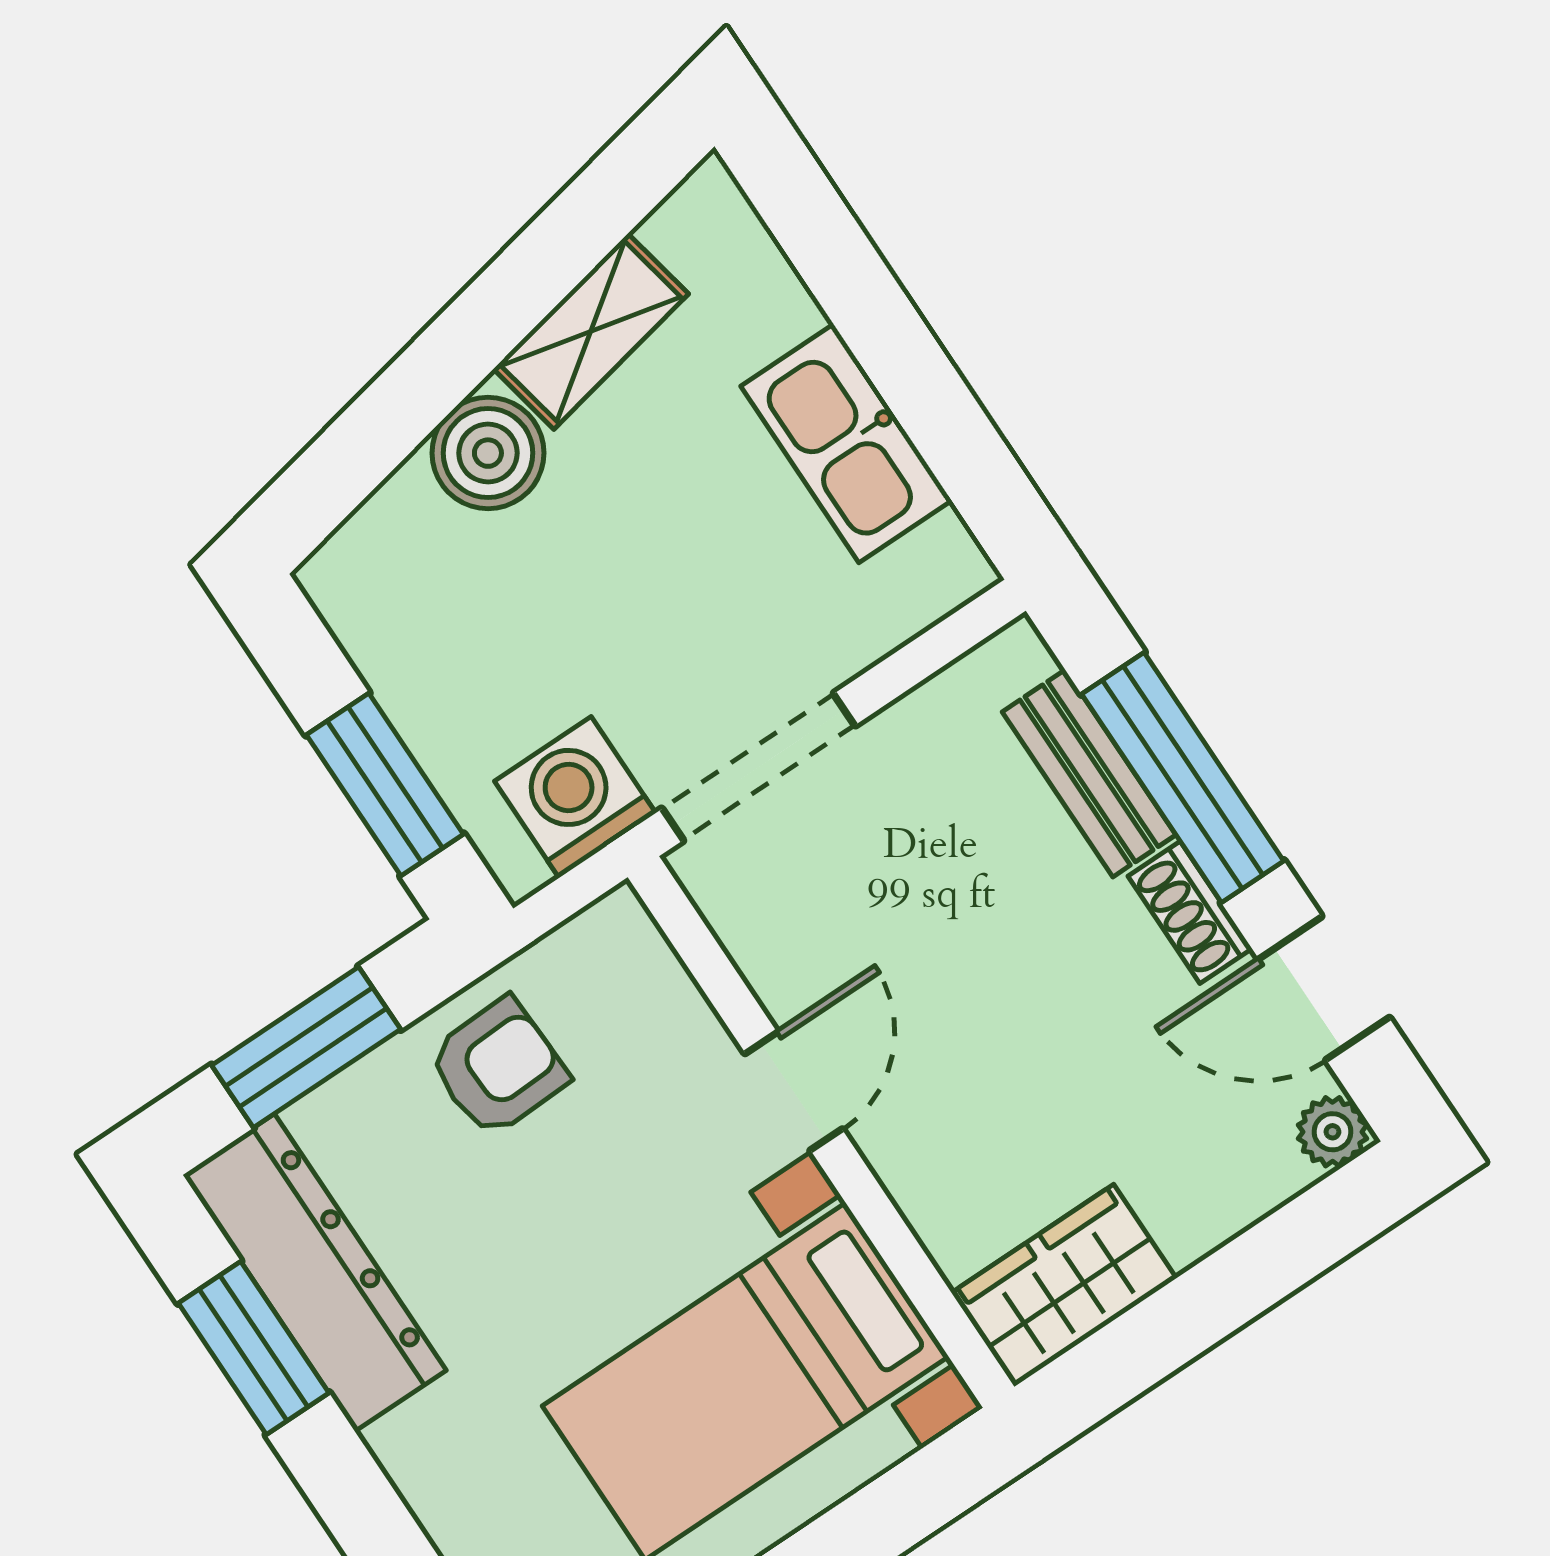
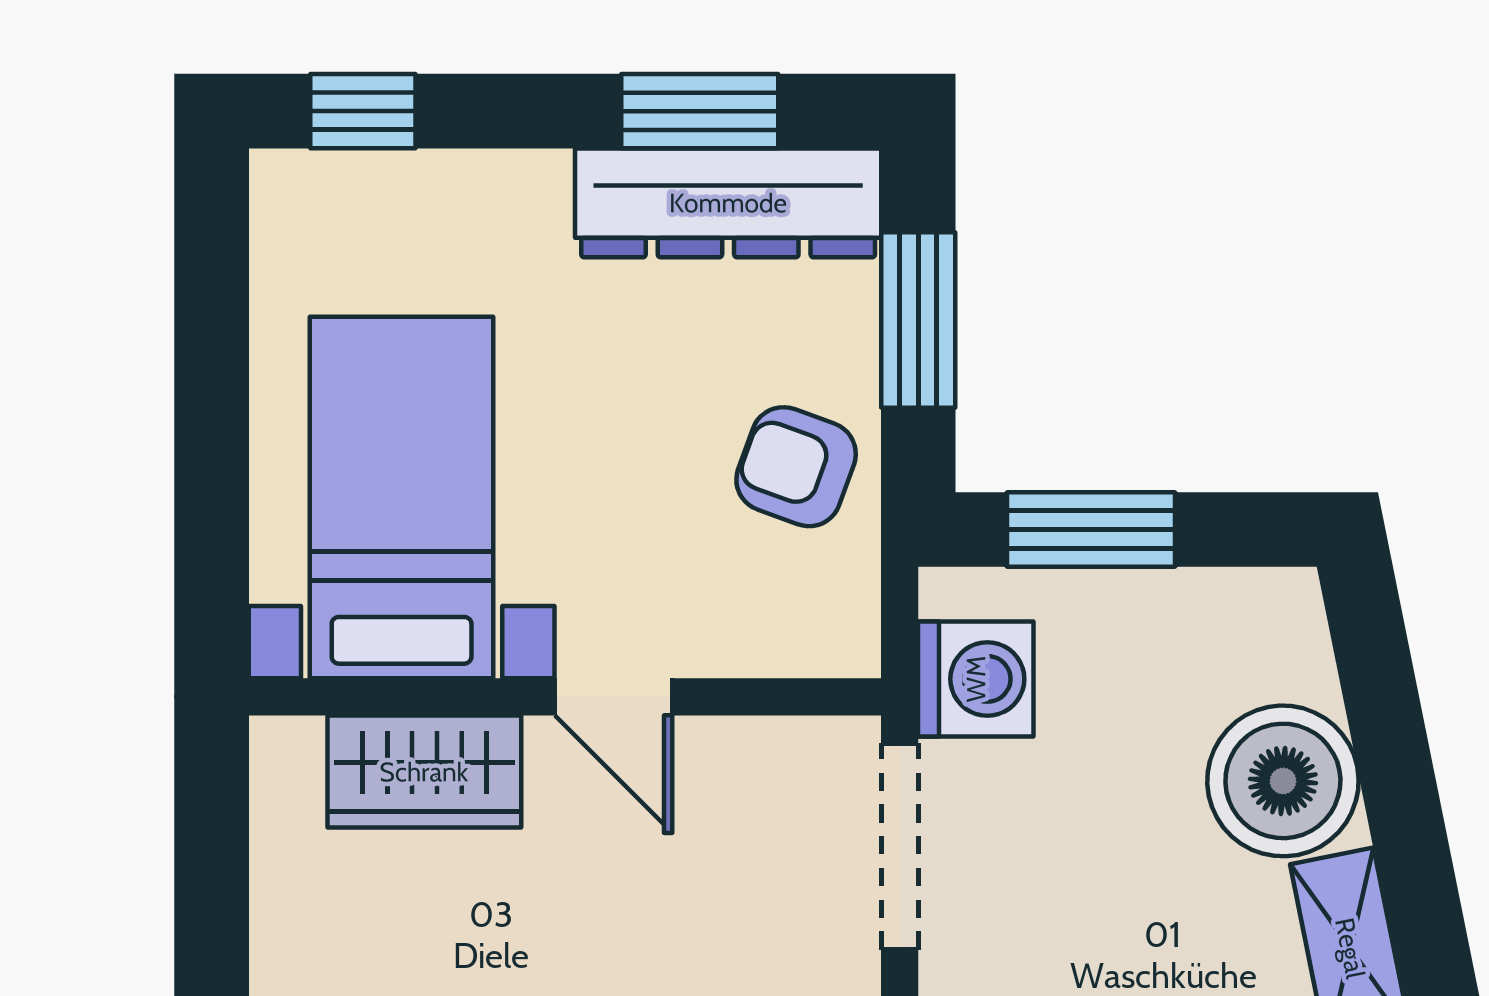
boiler: (488, 453) -> (1283, 781), width x1.37, depth x1.37
armchair: (498, 1067) -> (796, 467), turned 112
wardrobe: (1064, 1286) -> (424, 772), moved, turned 90

